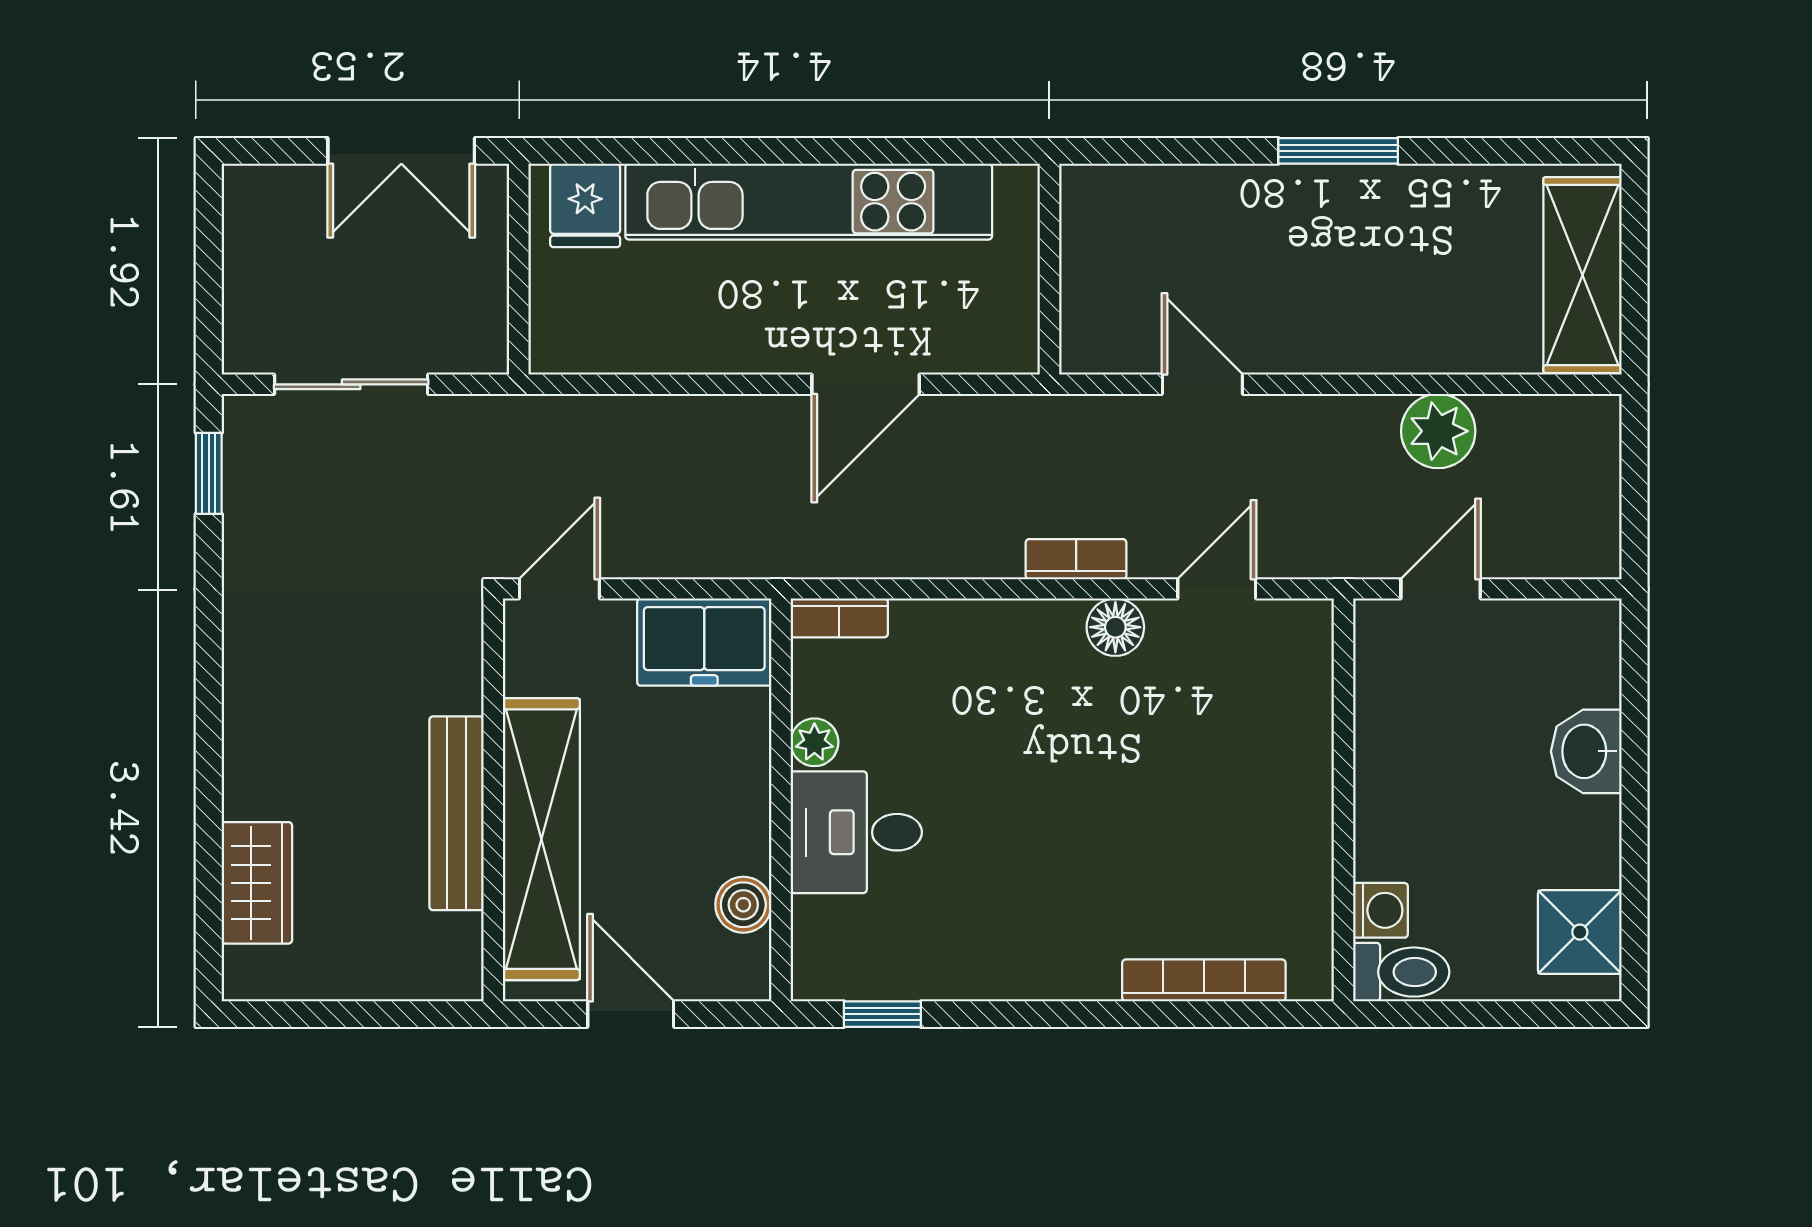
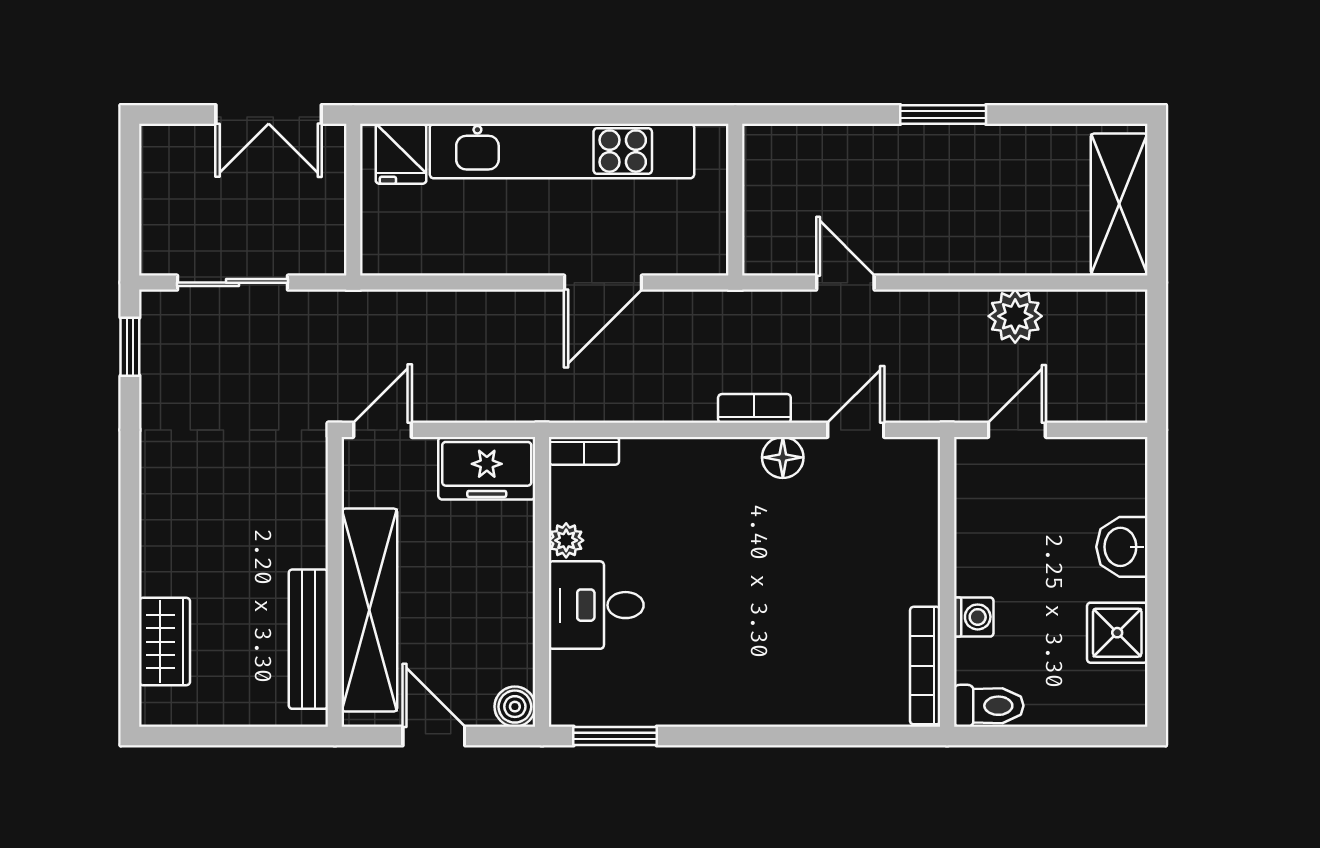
bench: (457, 813) -> (308, 639), moved
boiler: (743, 905) -> (515, 707), moved
washing machine: (1381, 910) -> (974, 617), moved
shower: (1580, 932) -> (1117, 633), moved
bookcase: (1204, 980) -> (925, 666), moved, turned -90
window: (882, 1014) -> (615, 736), width x1.50

